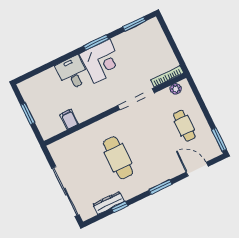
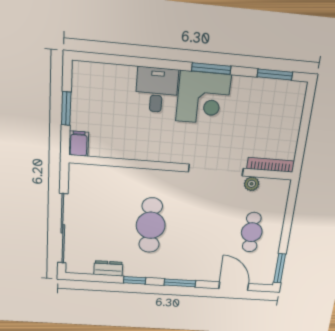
plant: (176, 89) -> (252, 184), moved
filing cabinet: (69, 119) -> (79, 144), moved
dresser: (108, 203) -> (108, 268), width x0.70
window: (120, 207) -> (135, 280), moved

